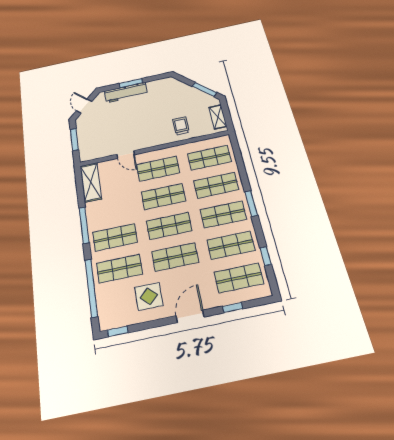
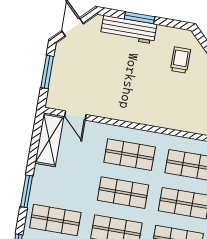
trolley: (181, 126) -> (180, 60), moved
door: (126, 155) -> (75, 116), moved
window: (84, 225) -> (27, 191), width x0.69

